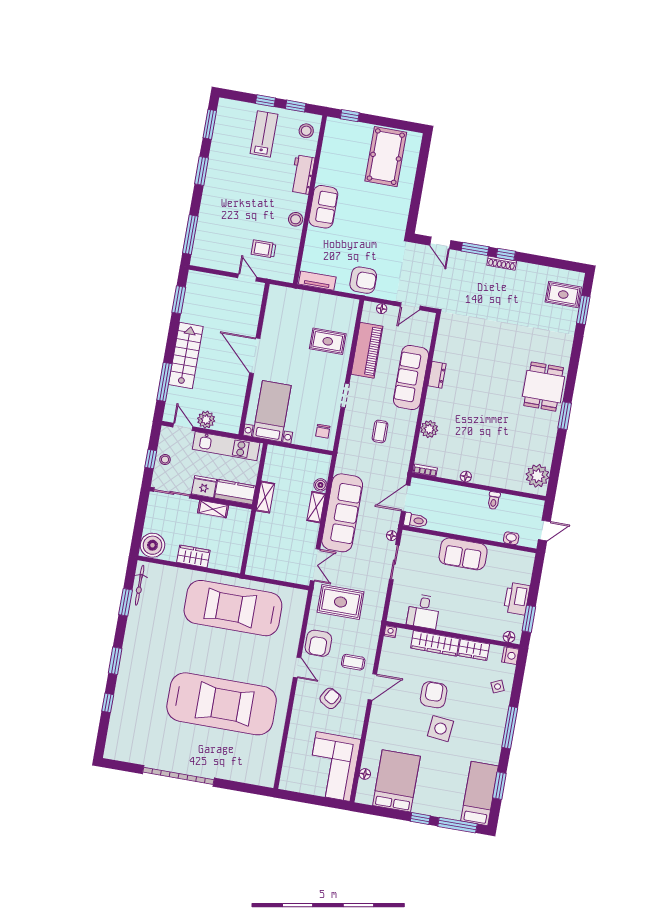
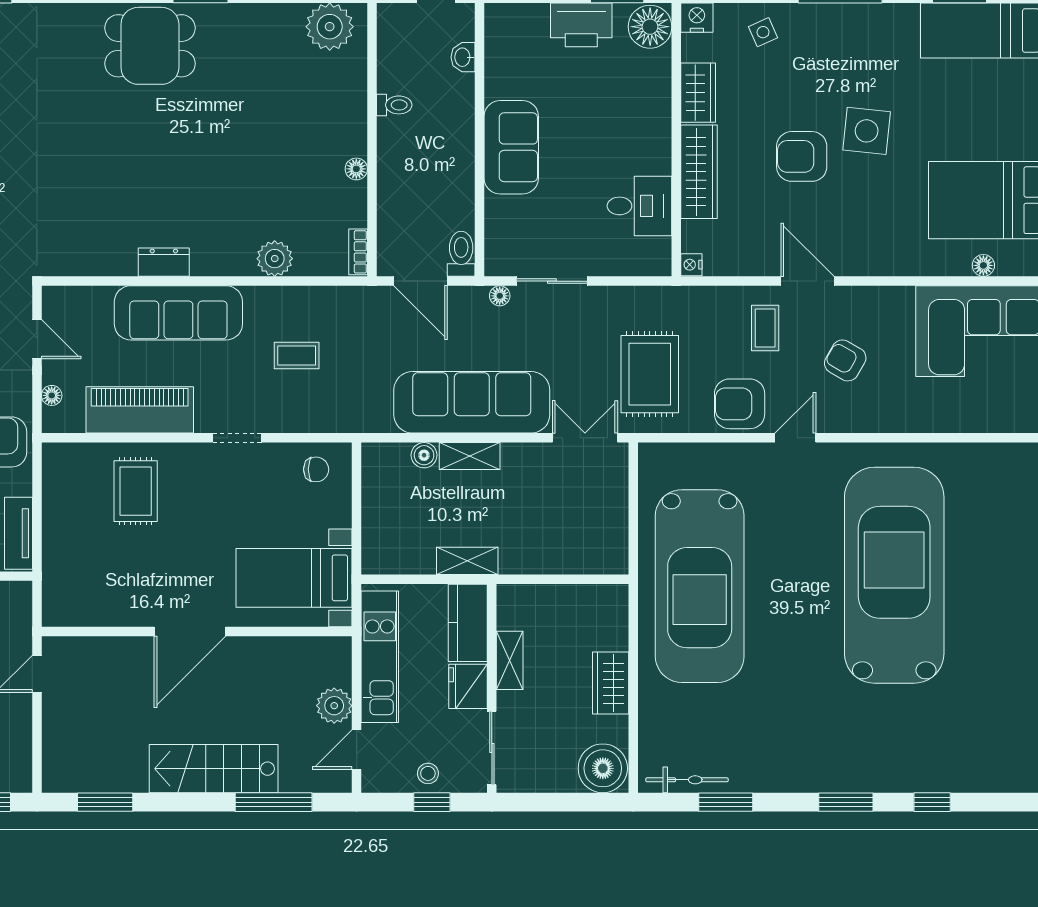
floor lamp: (509, 637) -> (650, 27), width x1.89, depth x1.89
armchair: (318, 643) -> (740, 404), turned 180

